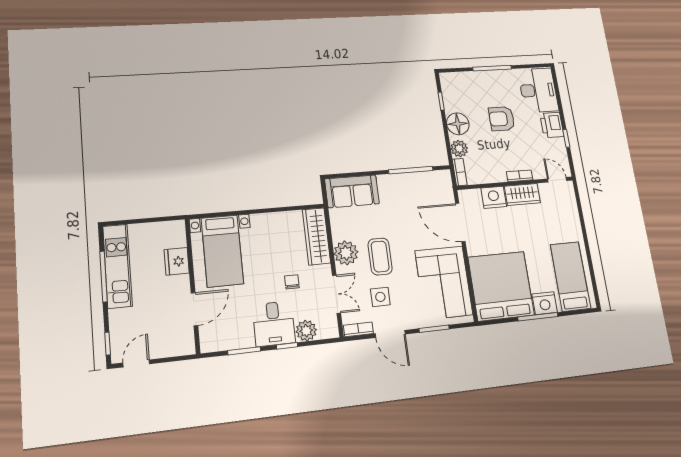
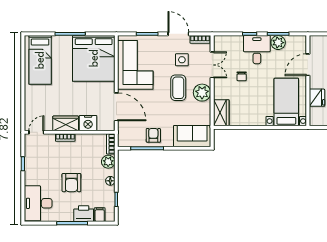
filing cabinet: (459, 80) -> (100, 215), added
armchair: (502, 119) -> (71, 183), turned 90
floor lamp: (458, 124) -> (110, 181), width x0.53, depth x0.53
printer: (552, 125) -> (84, 214), moved, turned -90
door: (557, 180) -> (36, 132), swing flipped
armchair: (405, 188) -> (153, 135), added
wardrobe: (316, 236) -> (221, 113), width x0.67
double door: (337, 294) -> (212, 65), swing flipped
nightstand: (545, 303) -> (63, 43), removed
plant: (306, 331) -> (278, 43), moved

